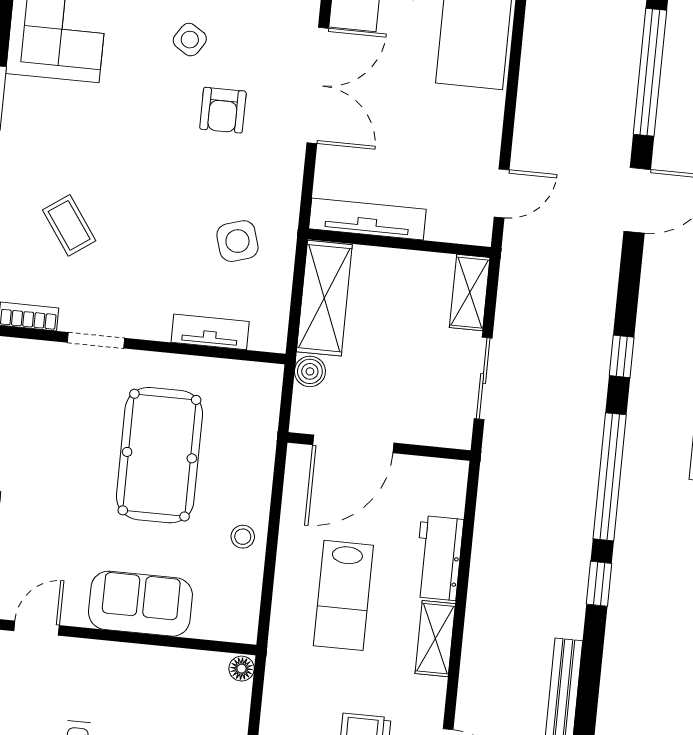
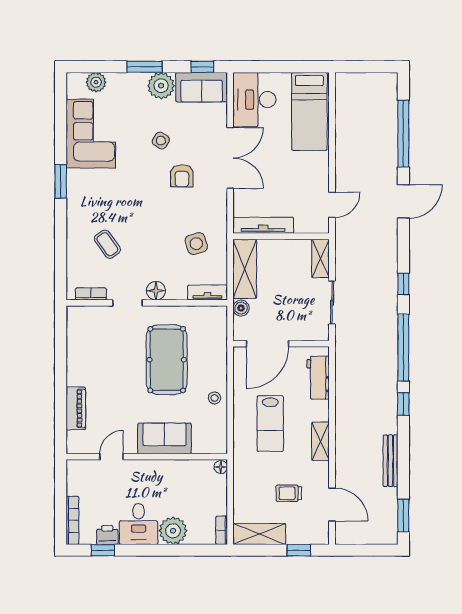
floor lamp: (152, 323) -> (156, 291), added
tv unit: (210, 332) -> (207, 293), moved
workbench: (439, 558) -> (318, 378), moved

